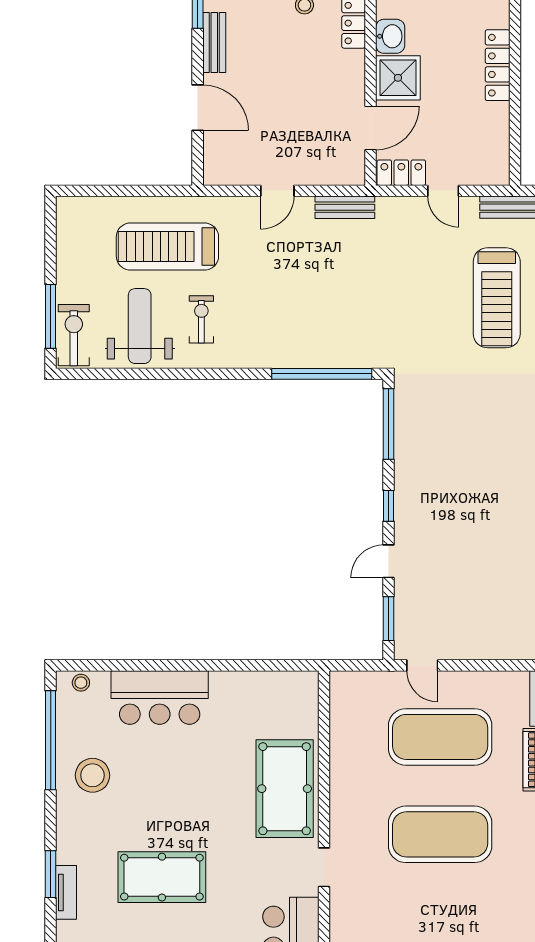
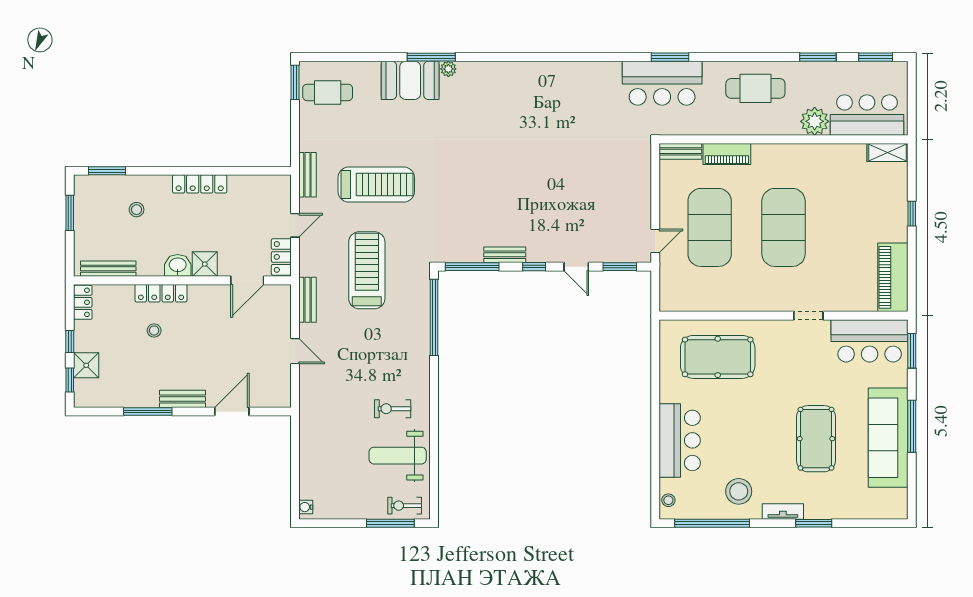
shower: (398, 78) -> (205, 264), width x0.73, depth x0.73
door: (370, 128) -> (247, 280), swing flipped
water cooler: (72, 205) -> (306, 507), added
treadmill: (167, 247) -> (367, 270), moved, turned 180
exercise bike: (74, 335) -> (405, 506), width x0.73, depth x0.72
bench: (404, 467) -> (505, 255), added
pool table: (285, 789) -> (718, 357), moved
tv unit: (66, 892) -> (783, 511), moved

